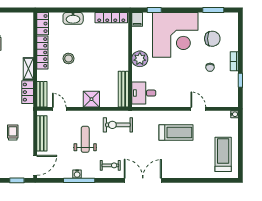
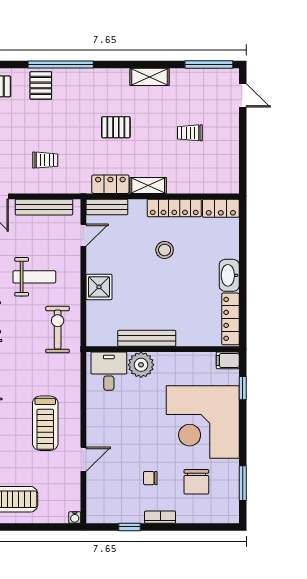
washbasin: (73, 18) -> (229, 275), moved
plant: (140, 59) -> (141, 365), moved
bench: (123, 89) -> (147, 338), moved

